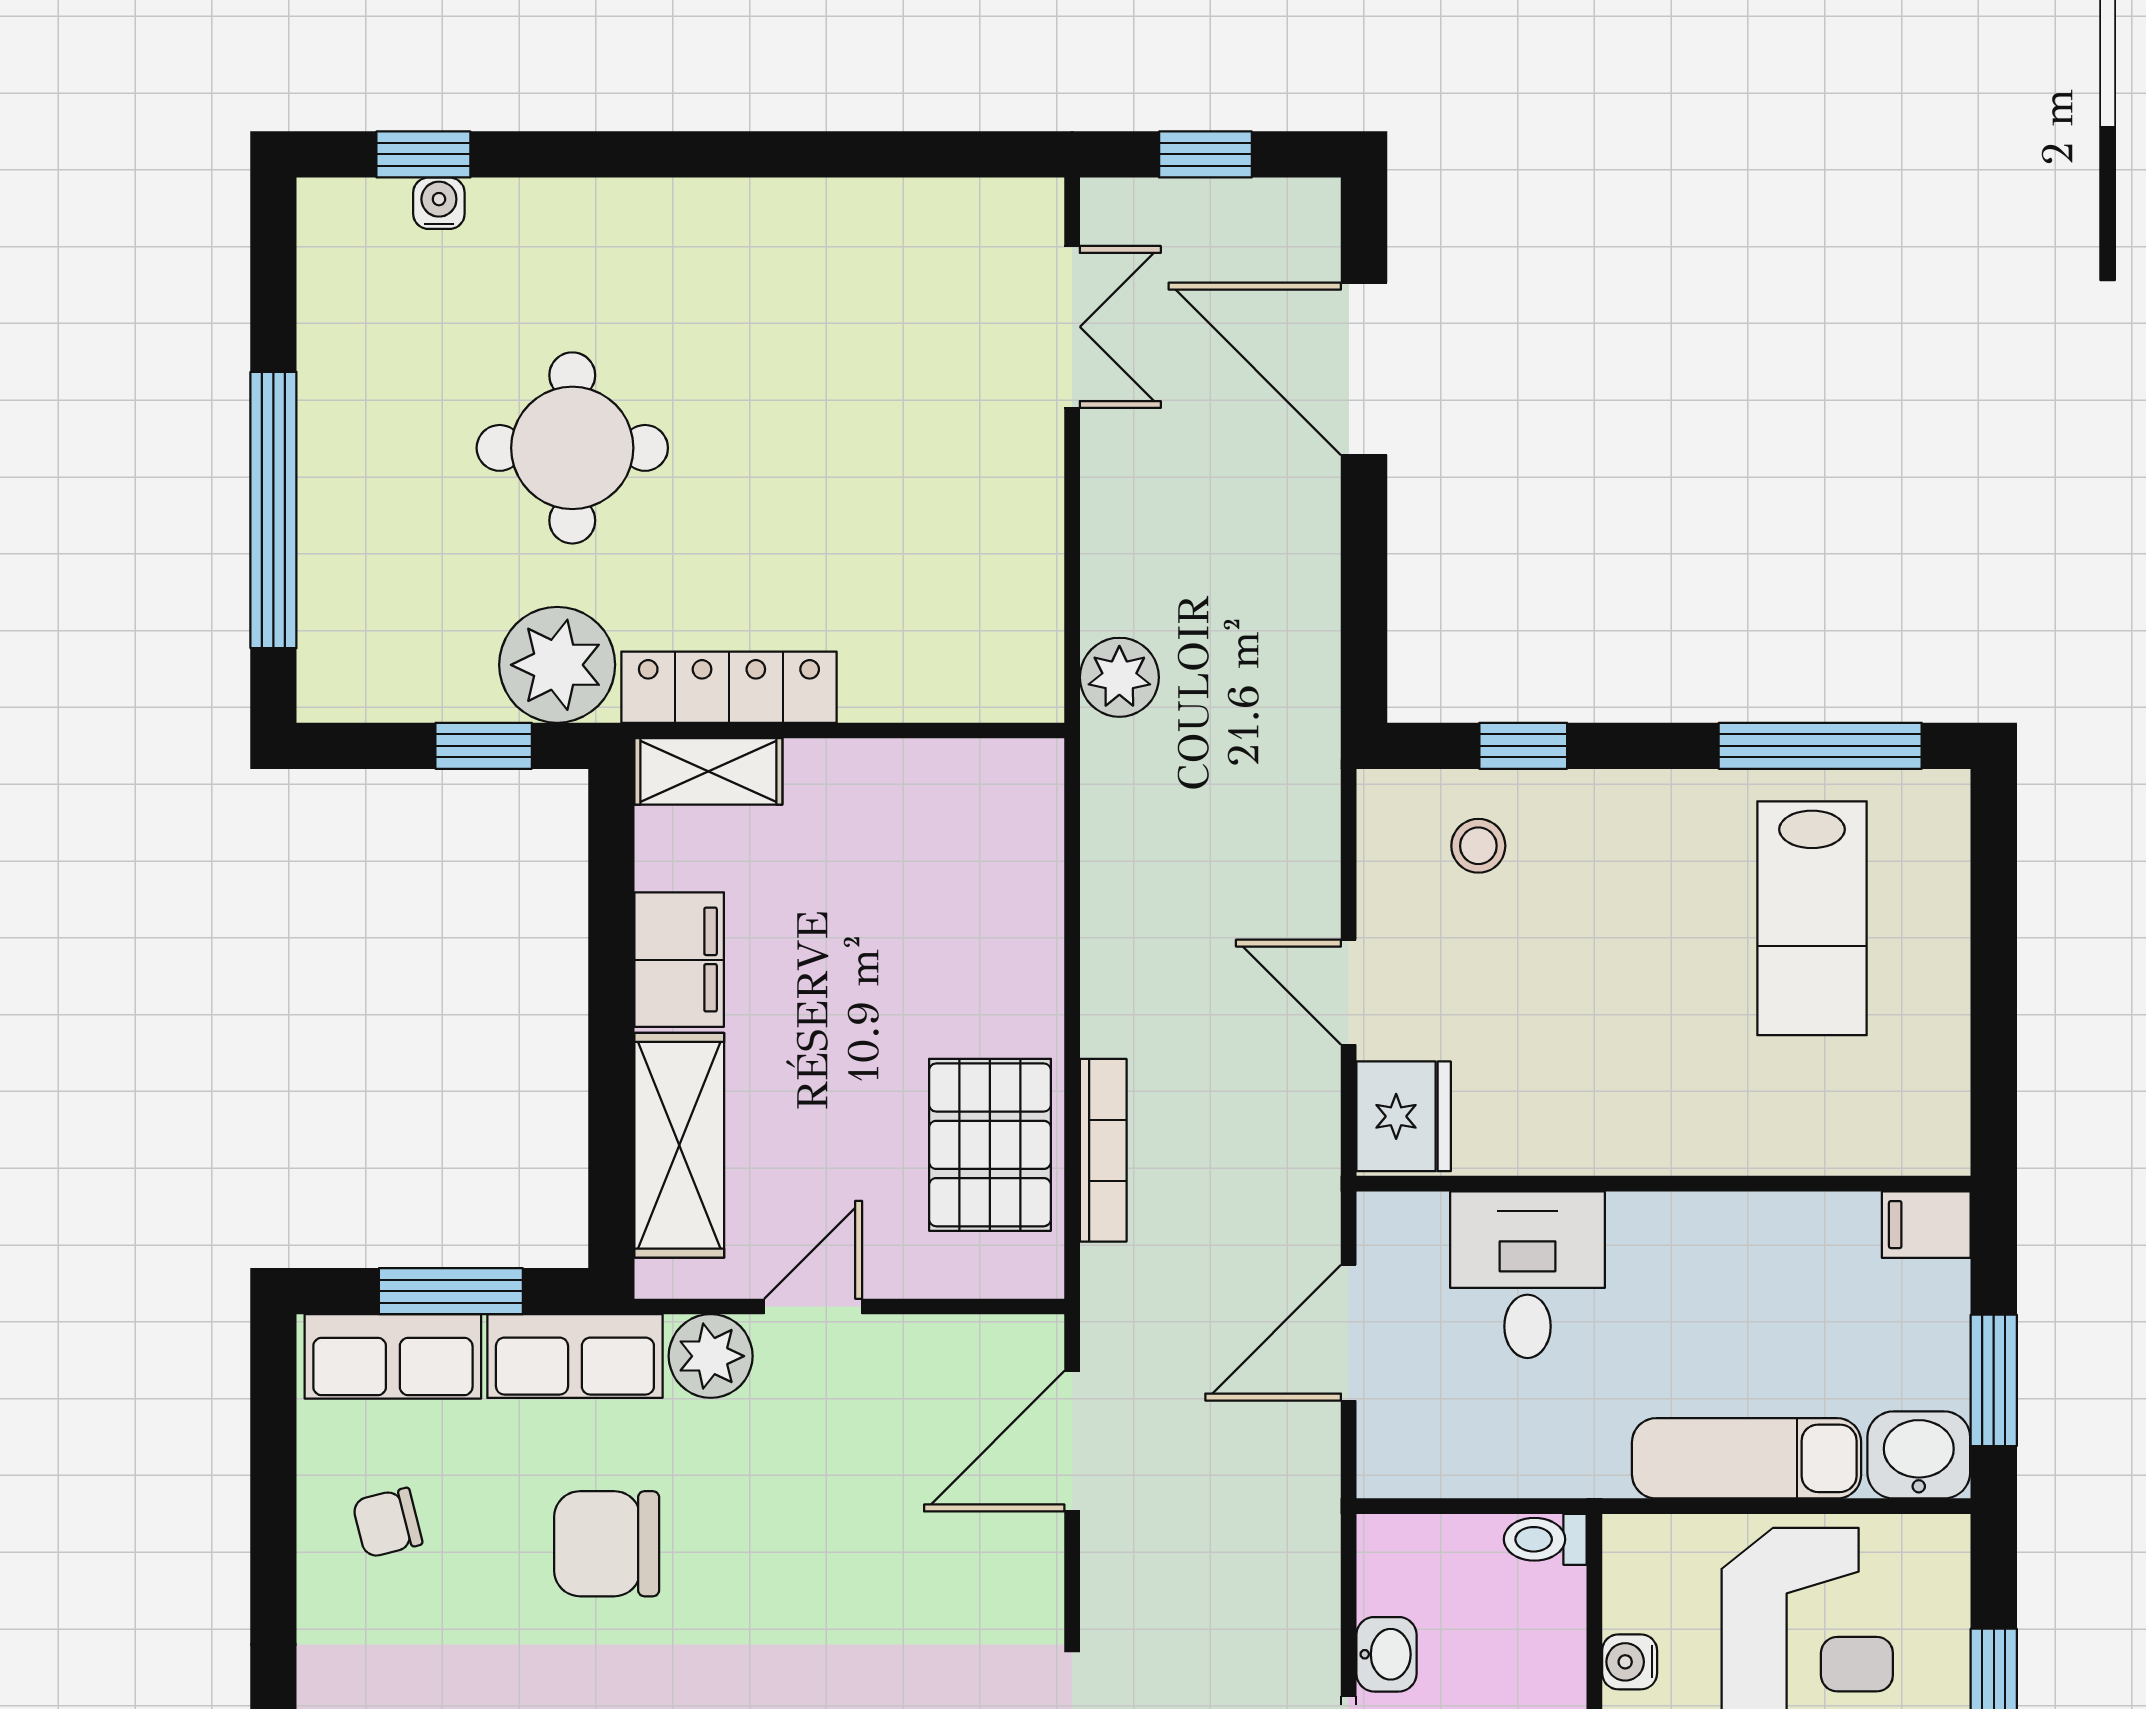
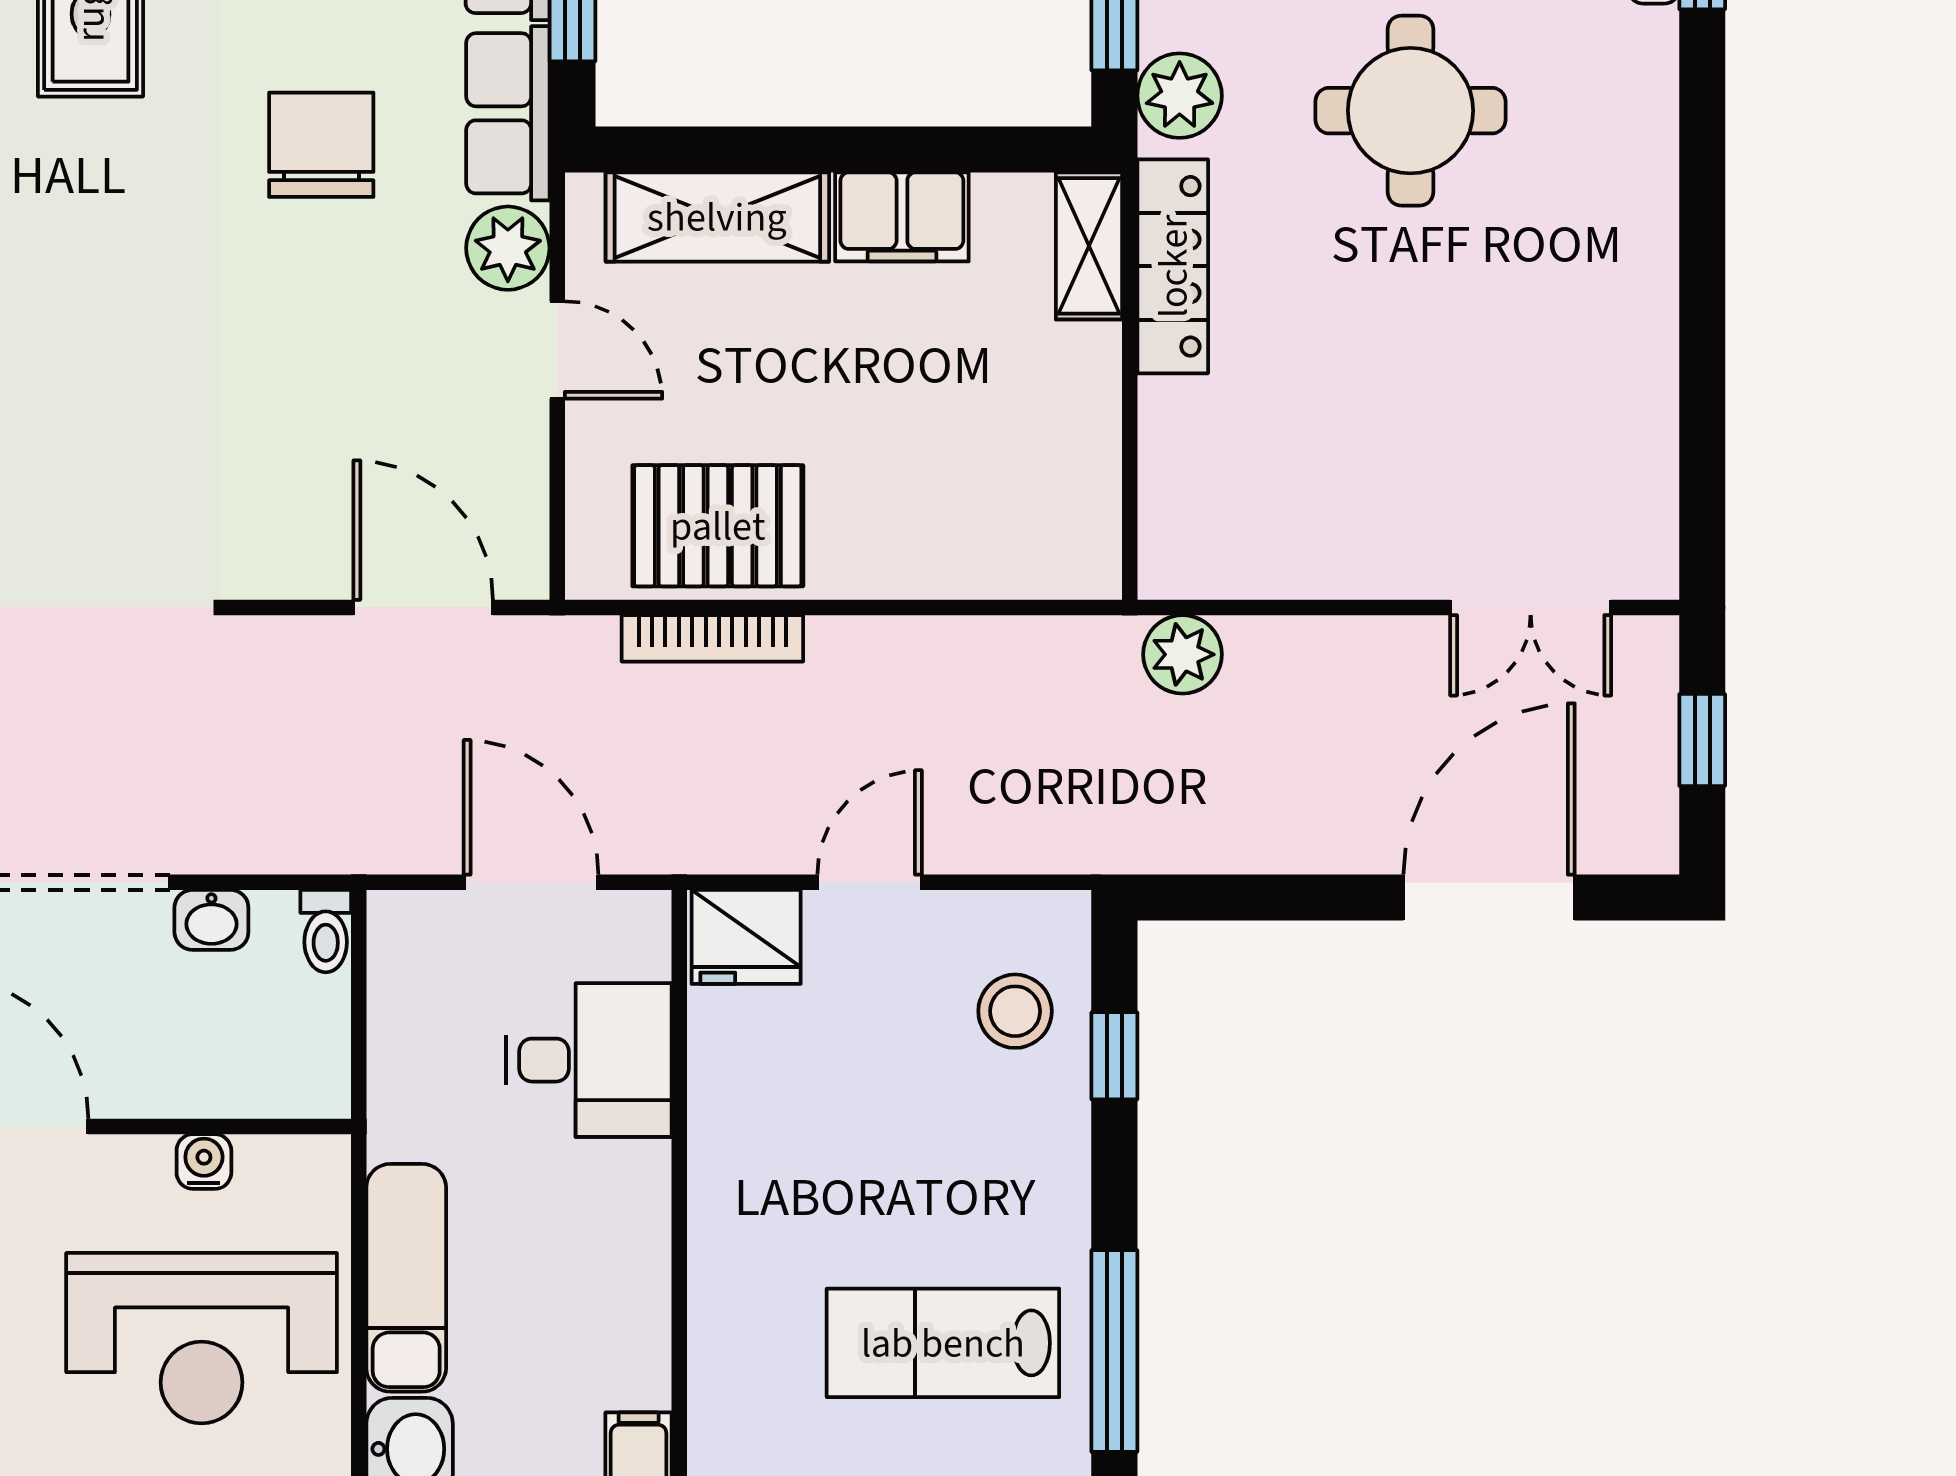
plant: (557, 665) -> (1180, 96), width x0.73, depth x0.73
stool: (1478, 846) -> (1015, 1011), width x1.37, depth x1.37
toilet: (1545, 1539) -> (326, 931), moved, turned 180

